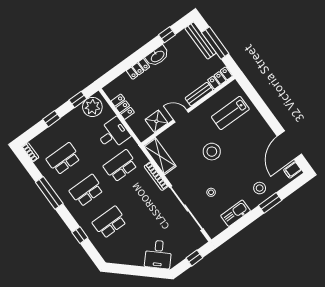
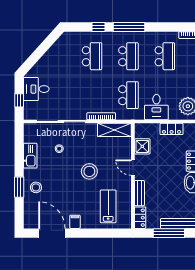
door: (181, 116) -> (133, 168), swing flipped
filing cabinet: (292, 170) -> (75, 222), moved
window: (49, 193) -> (129, 27), moved
desk: (158, 254) -> (36, 89), moved, turned -42

